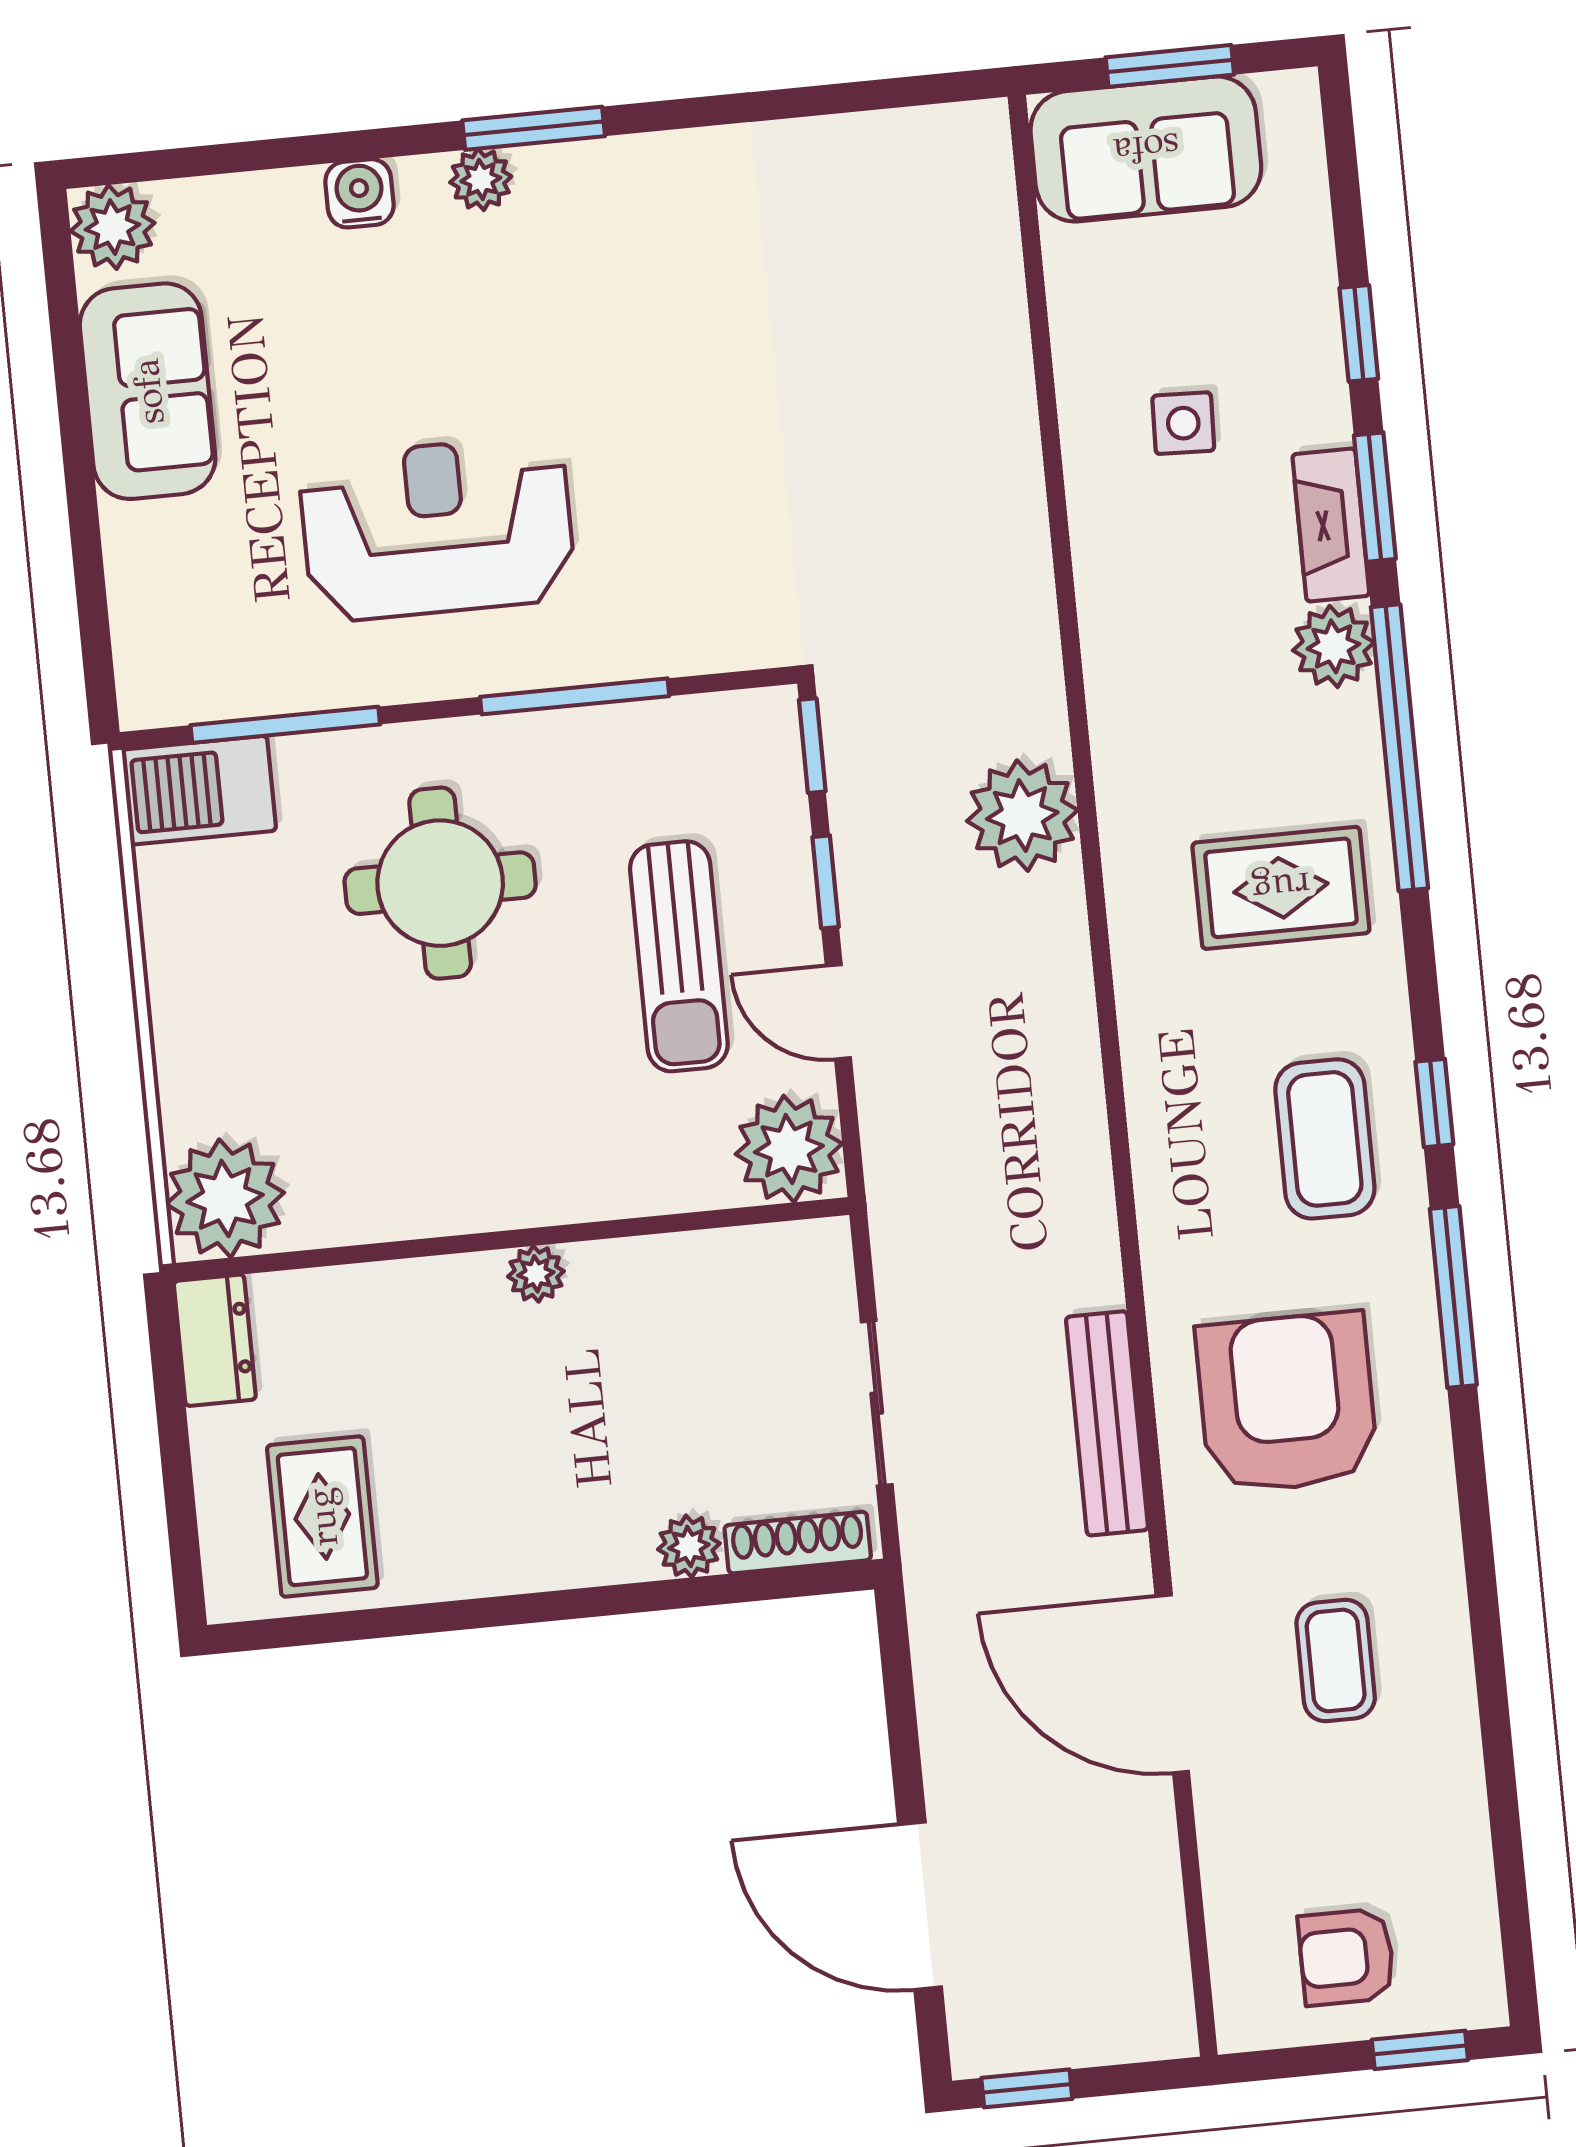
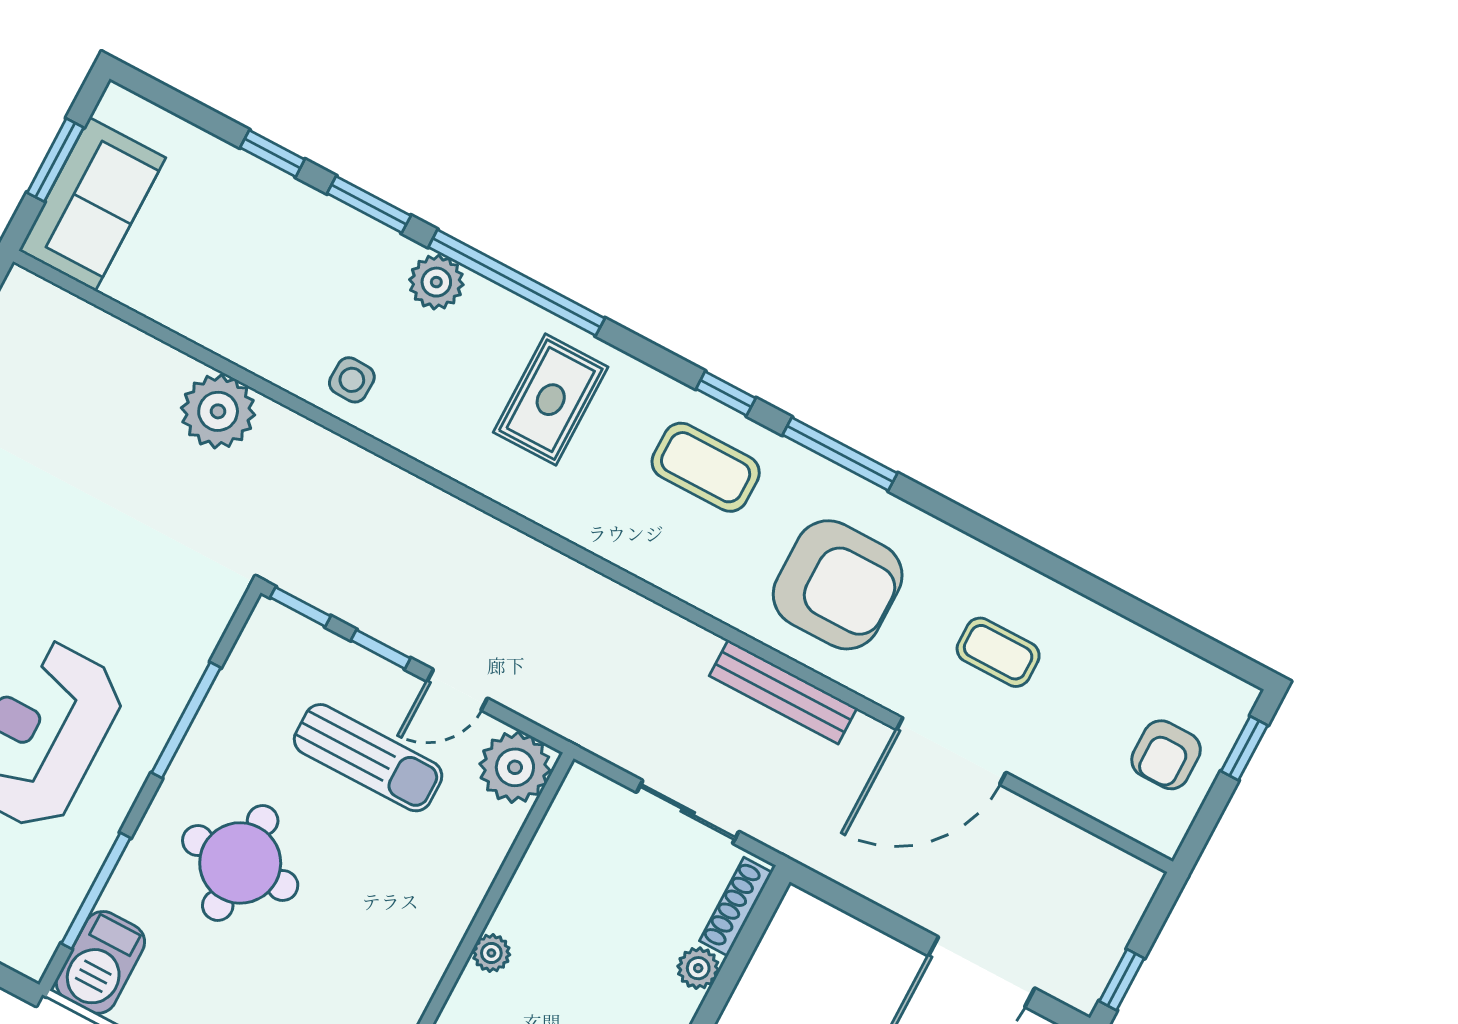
side table: (1183, 423) -> (352, 380), moved
fireplace: (1331, 525) -> (368, 239), removed
plant: (1022, 816) -> (218, 411), moved
armchair: (1287, 1403) -> (838, 585), turned 180

